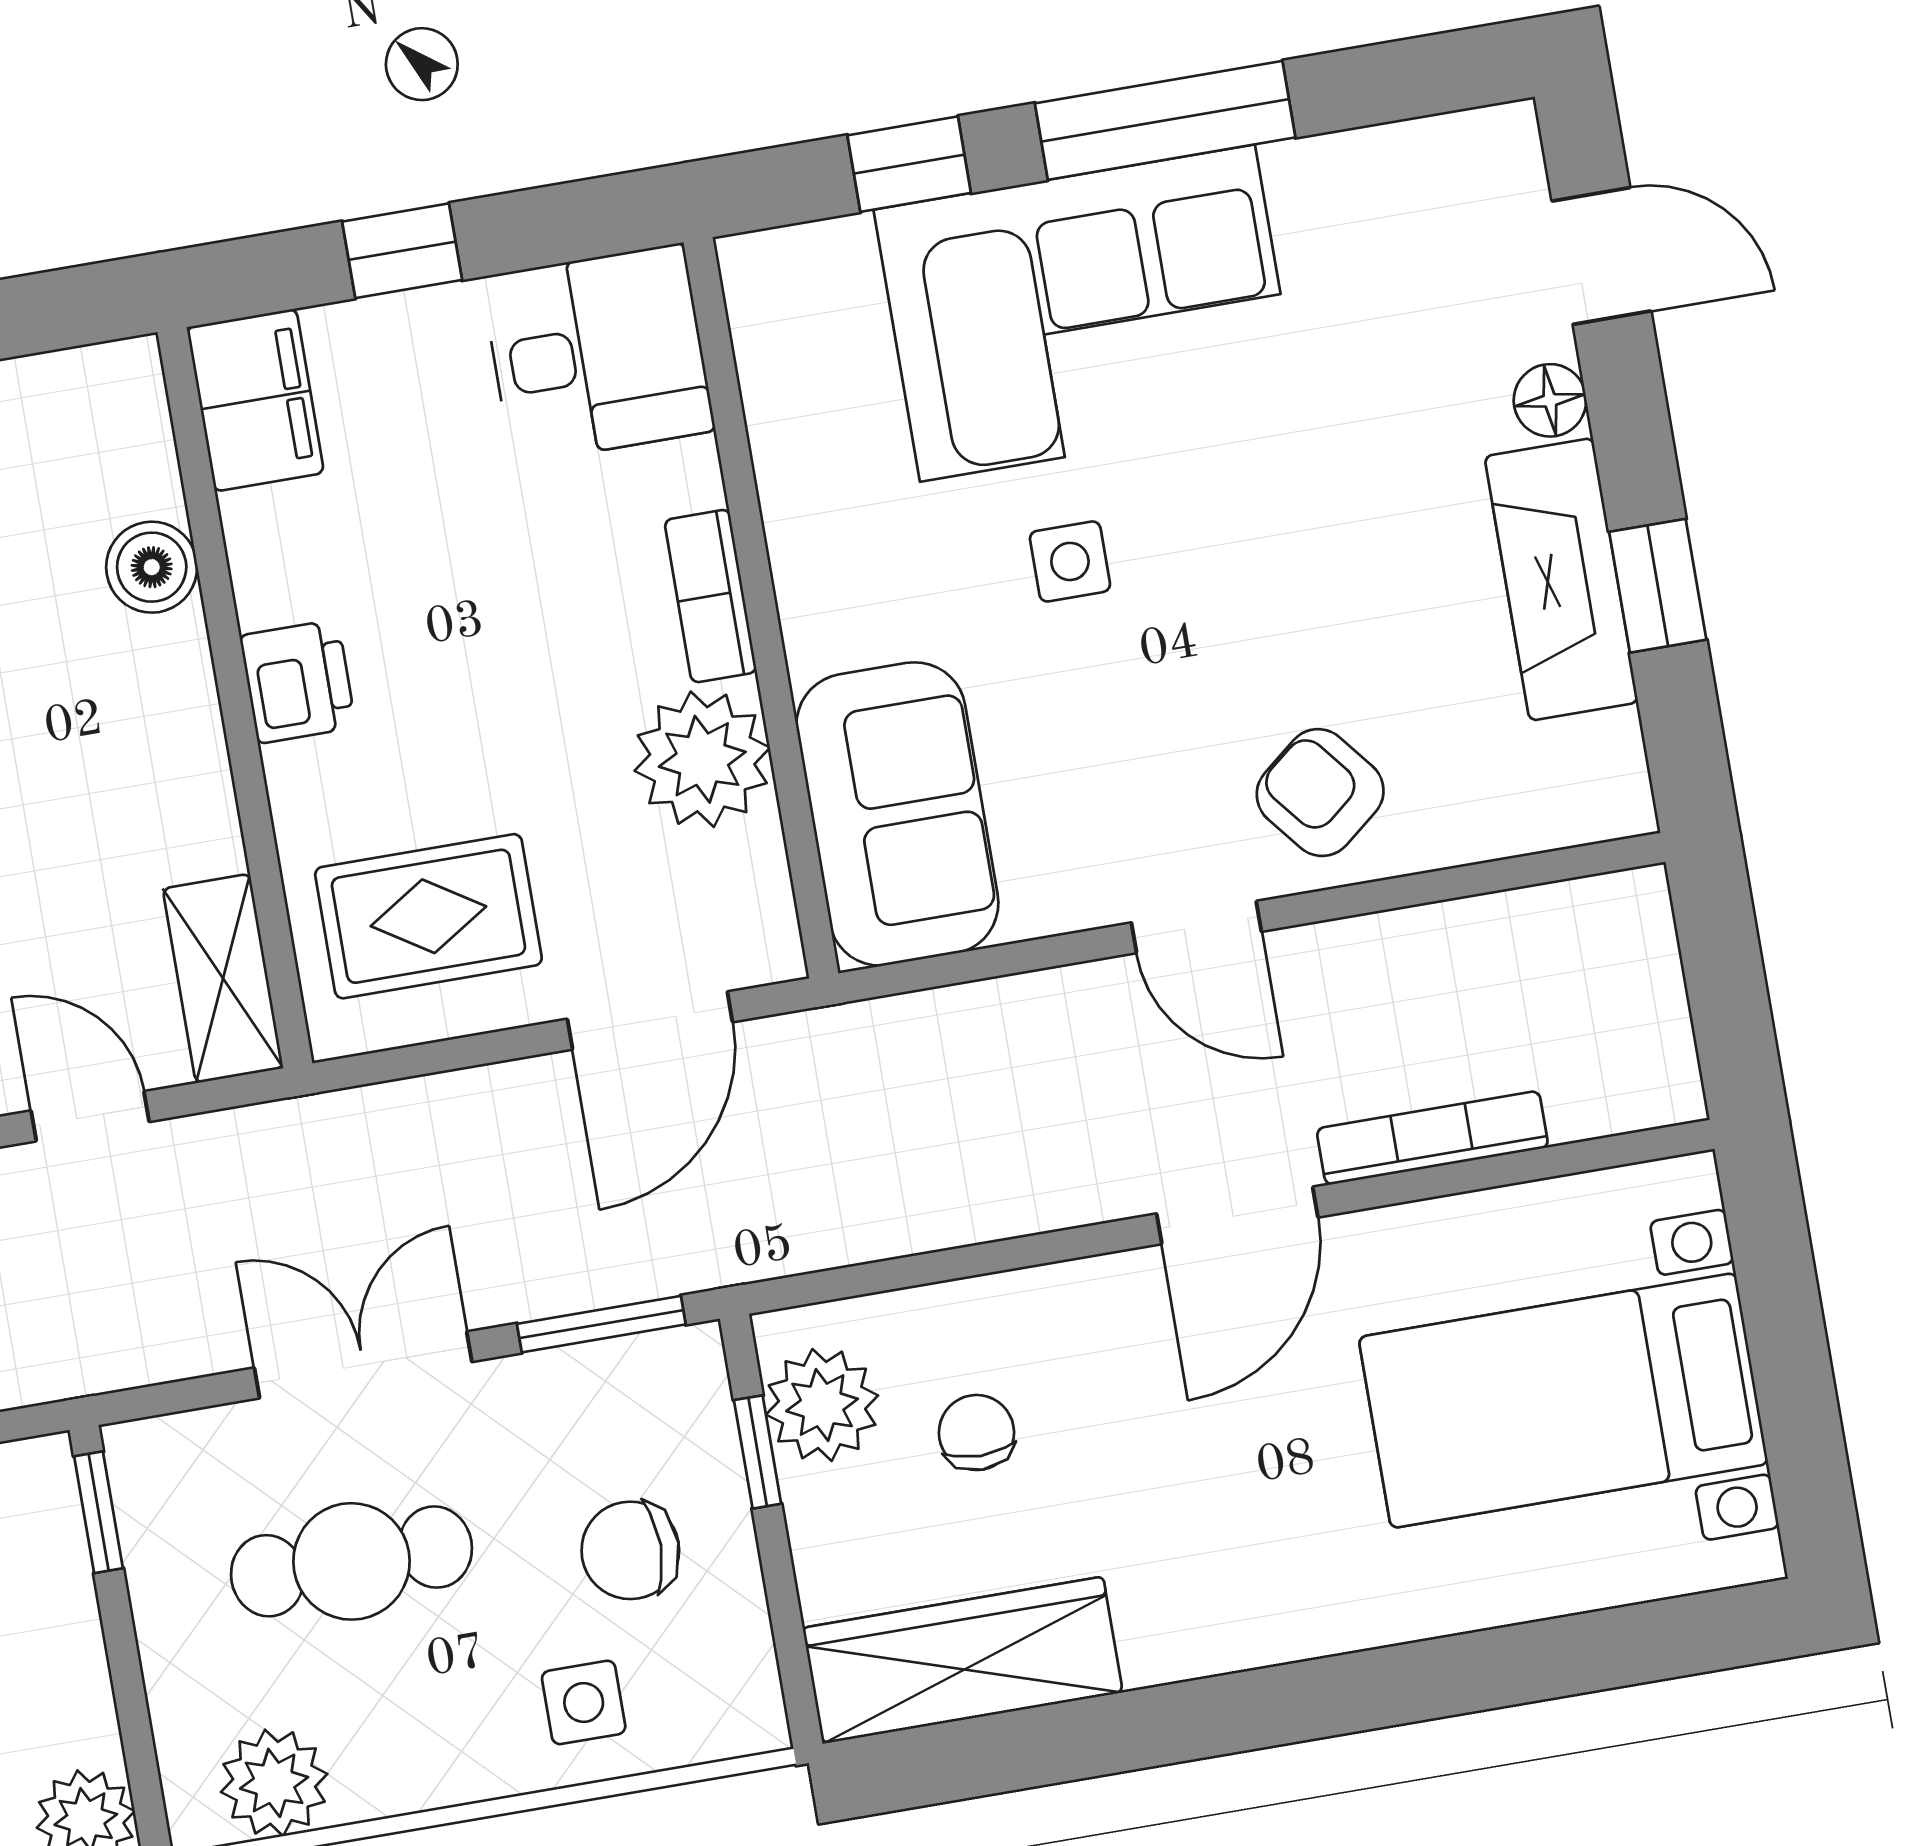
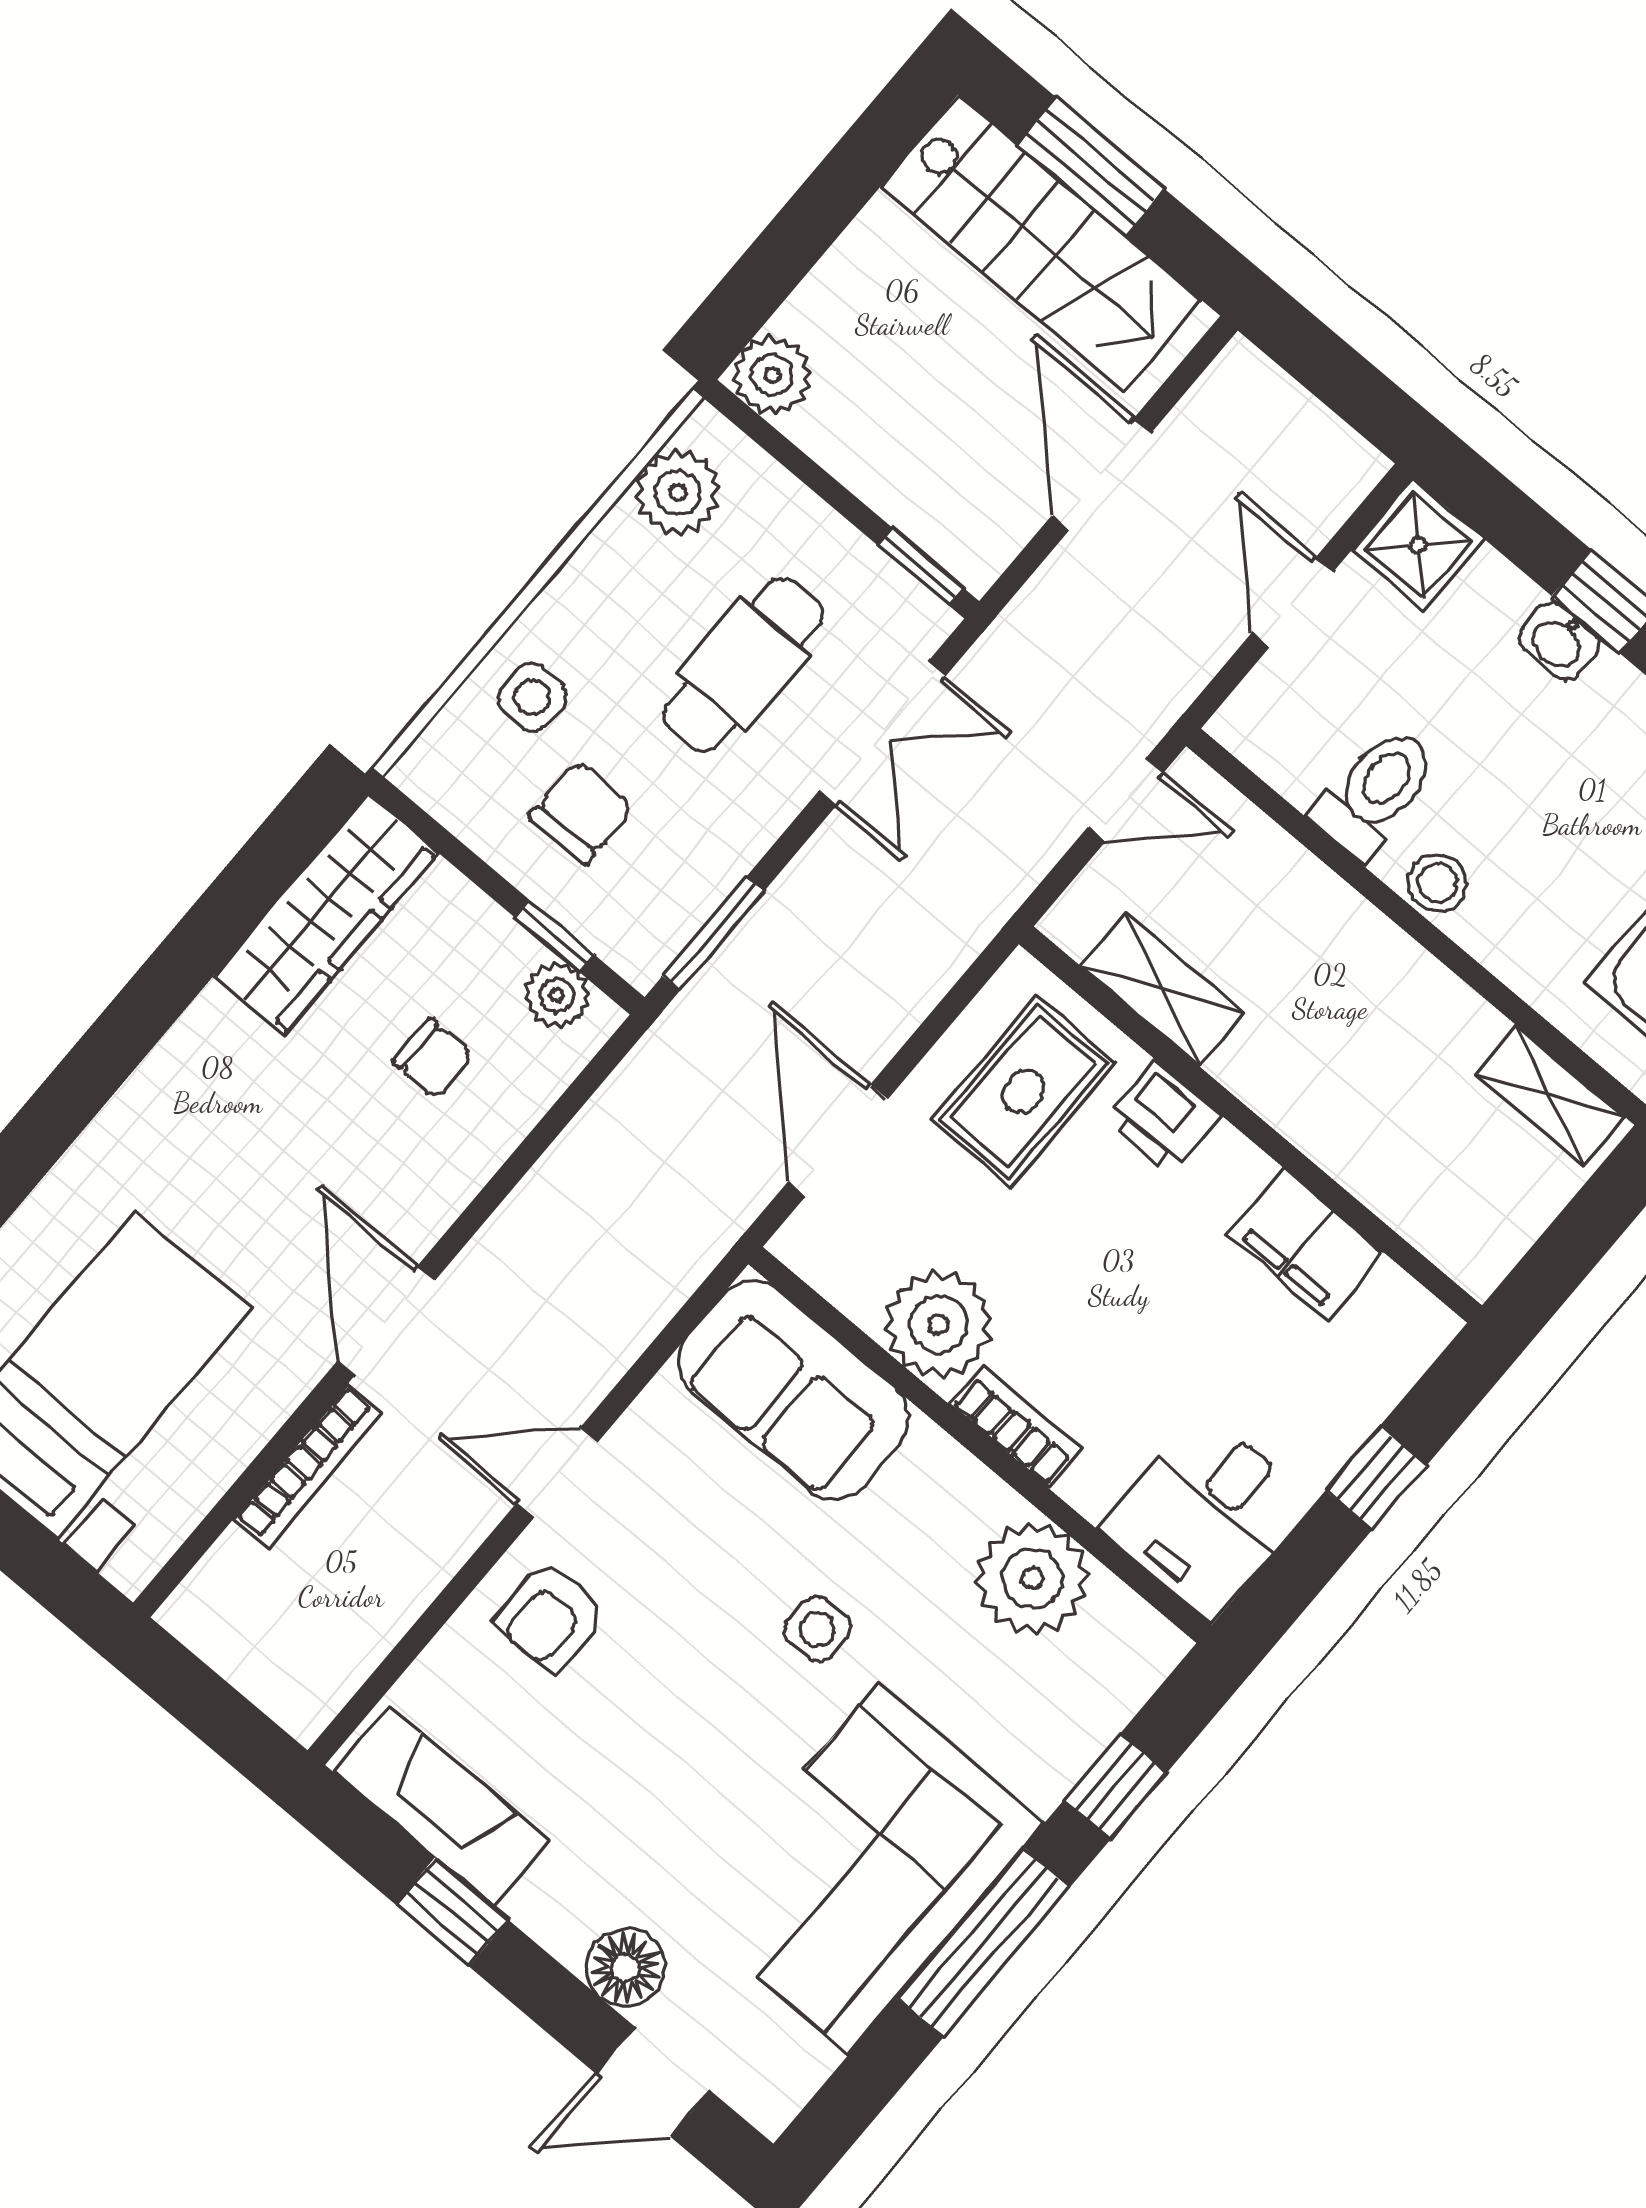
corner sofa: (1087, 313) -> (864, 1869), moved
filing cabinet: (255, 400) -> (1306, 1244), moved
floor lamp: (1550, 400) -> (625, 1968), width x1.37, depth x1.37
plant: (819, 435) -> (1032, 1578), added
boiler: (152, 567) -> (1366, 1161), removed
fireplace: (1561, 579) -> (441, 1806), moved
printer: (298, 681) -> (1163, 1117), moved
armchair: (1320, 793) -> (550, 1617), turned 129
shelving: (223, 978) -> (1162, 989), moved
double door: (363, 1365) -> (882, 734), moved
plant: (822, 1405) -> (557, 995), width x0.73, depth x0.73

